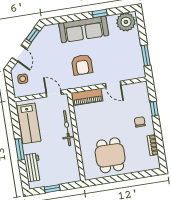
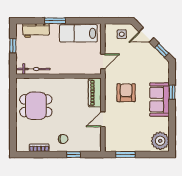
window: (100, 14) -> (172, 92), moved
sofa: (84, 29) -> (160, 100), width x0.73
armchair: (82, 65) -> (126, 93), turned 90
bicycle: (67, 128) -> (33, 69), moved

